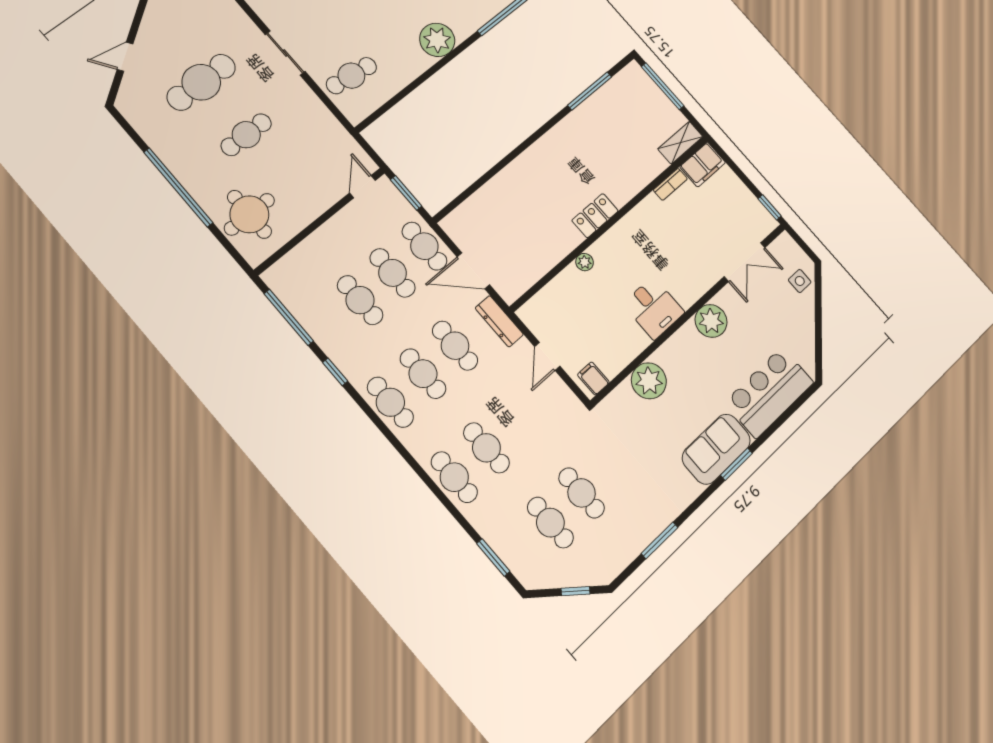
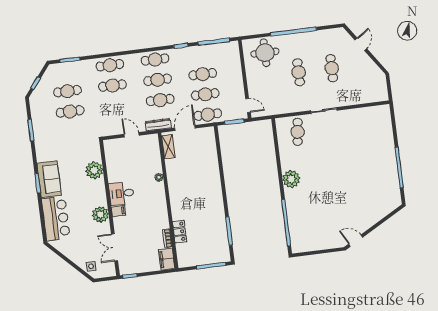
cafe table: (201, 82) -> (332, 68), width x0.73, depth x0.74
shelving: (680, 143) -> (168, 147), moved
locker: (595, 216) -> (180, 232), moved
filing cabinet: (593, 378) -> (118, 211), moved

